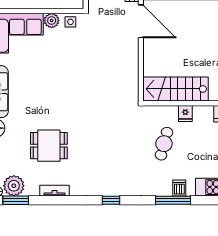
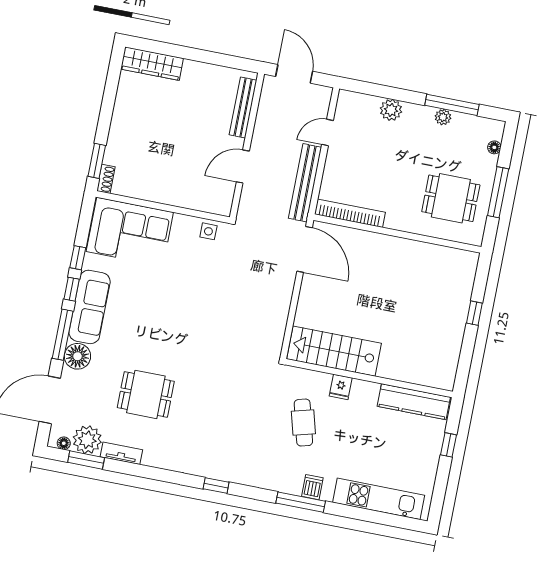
plant: (52, 21) -> (183, 224), removed
cafe table: (164, 144) -> (303, 423), turned -30
tv unit: (55, 191) -> (121, 453), moved

